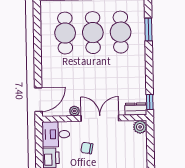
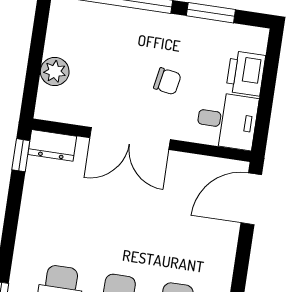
plant: (74, 111) -> (180, 162), removed
plant: (140, 127) -> (55, 71), moved

